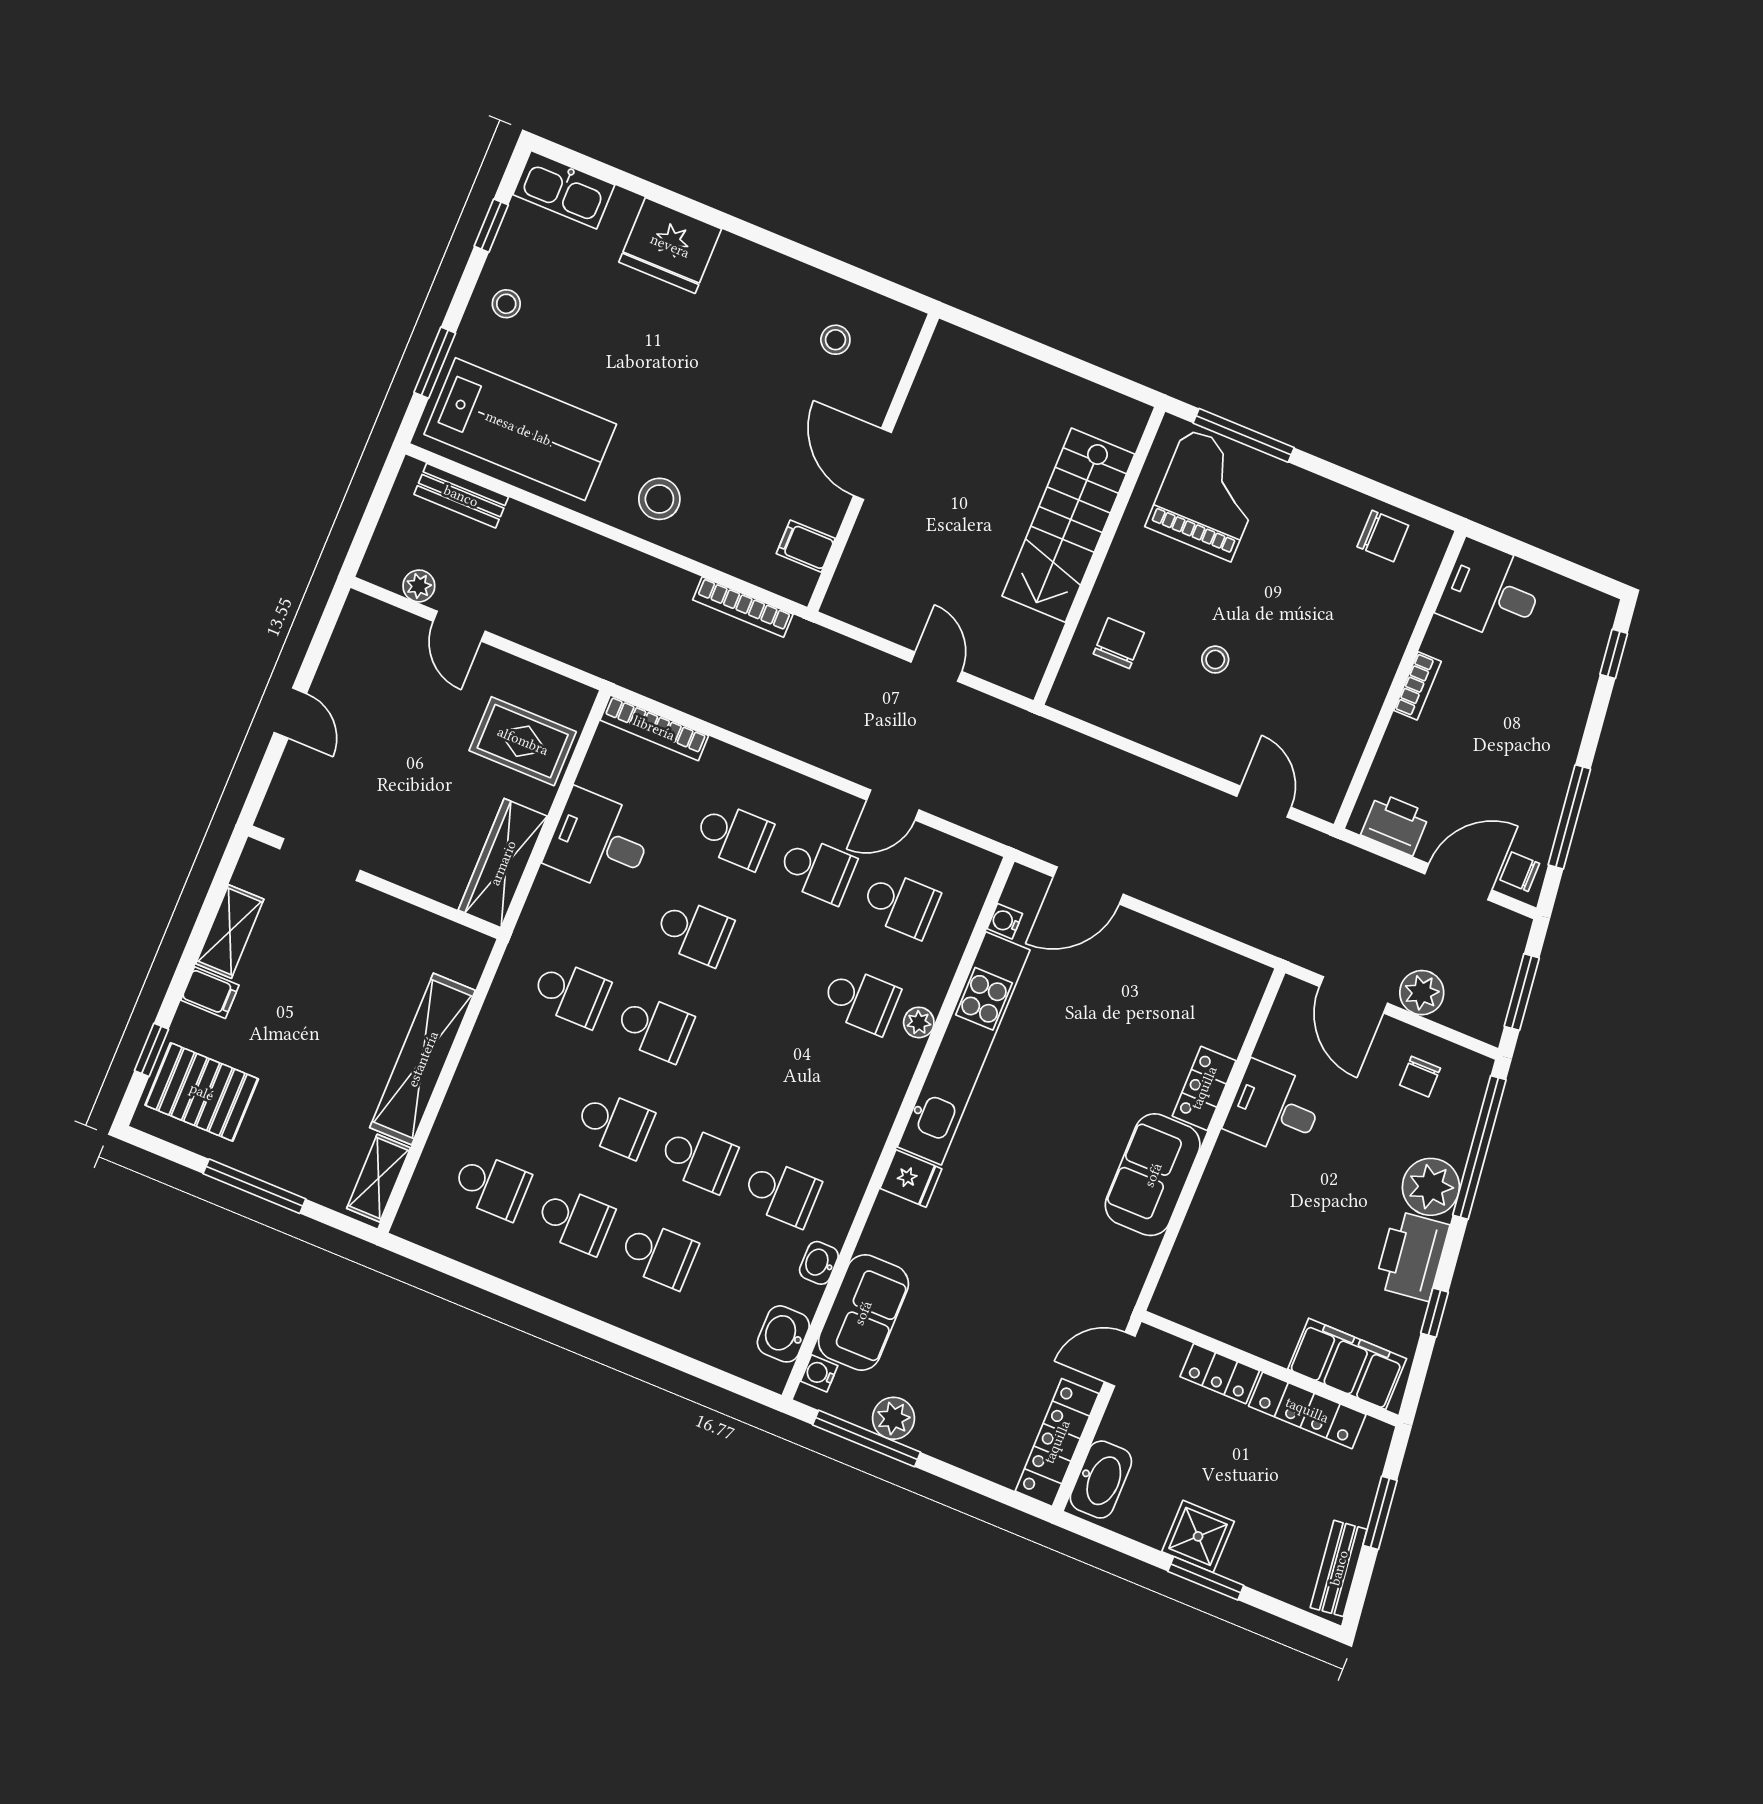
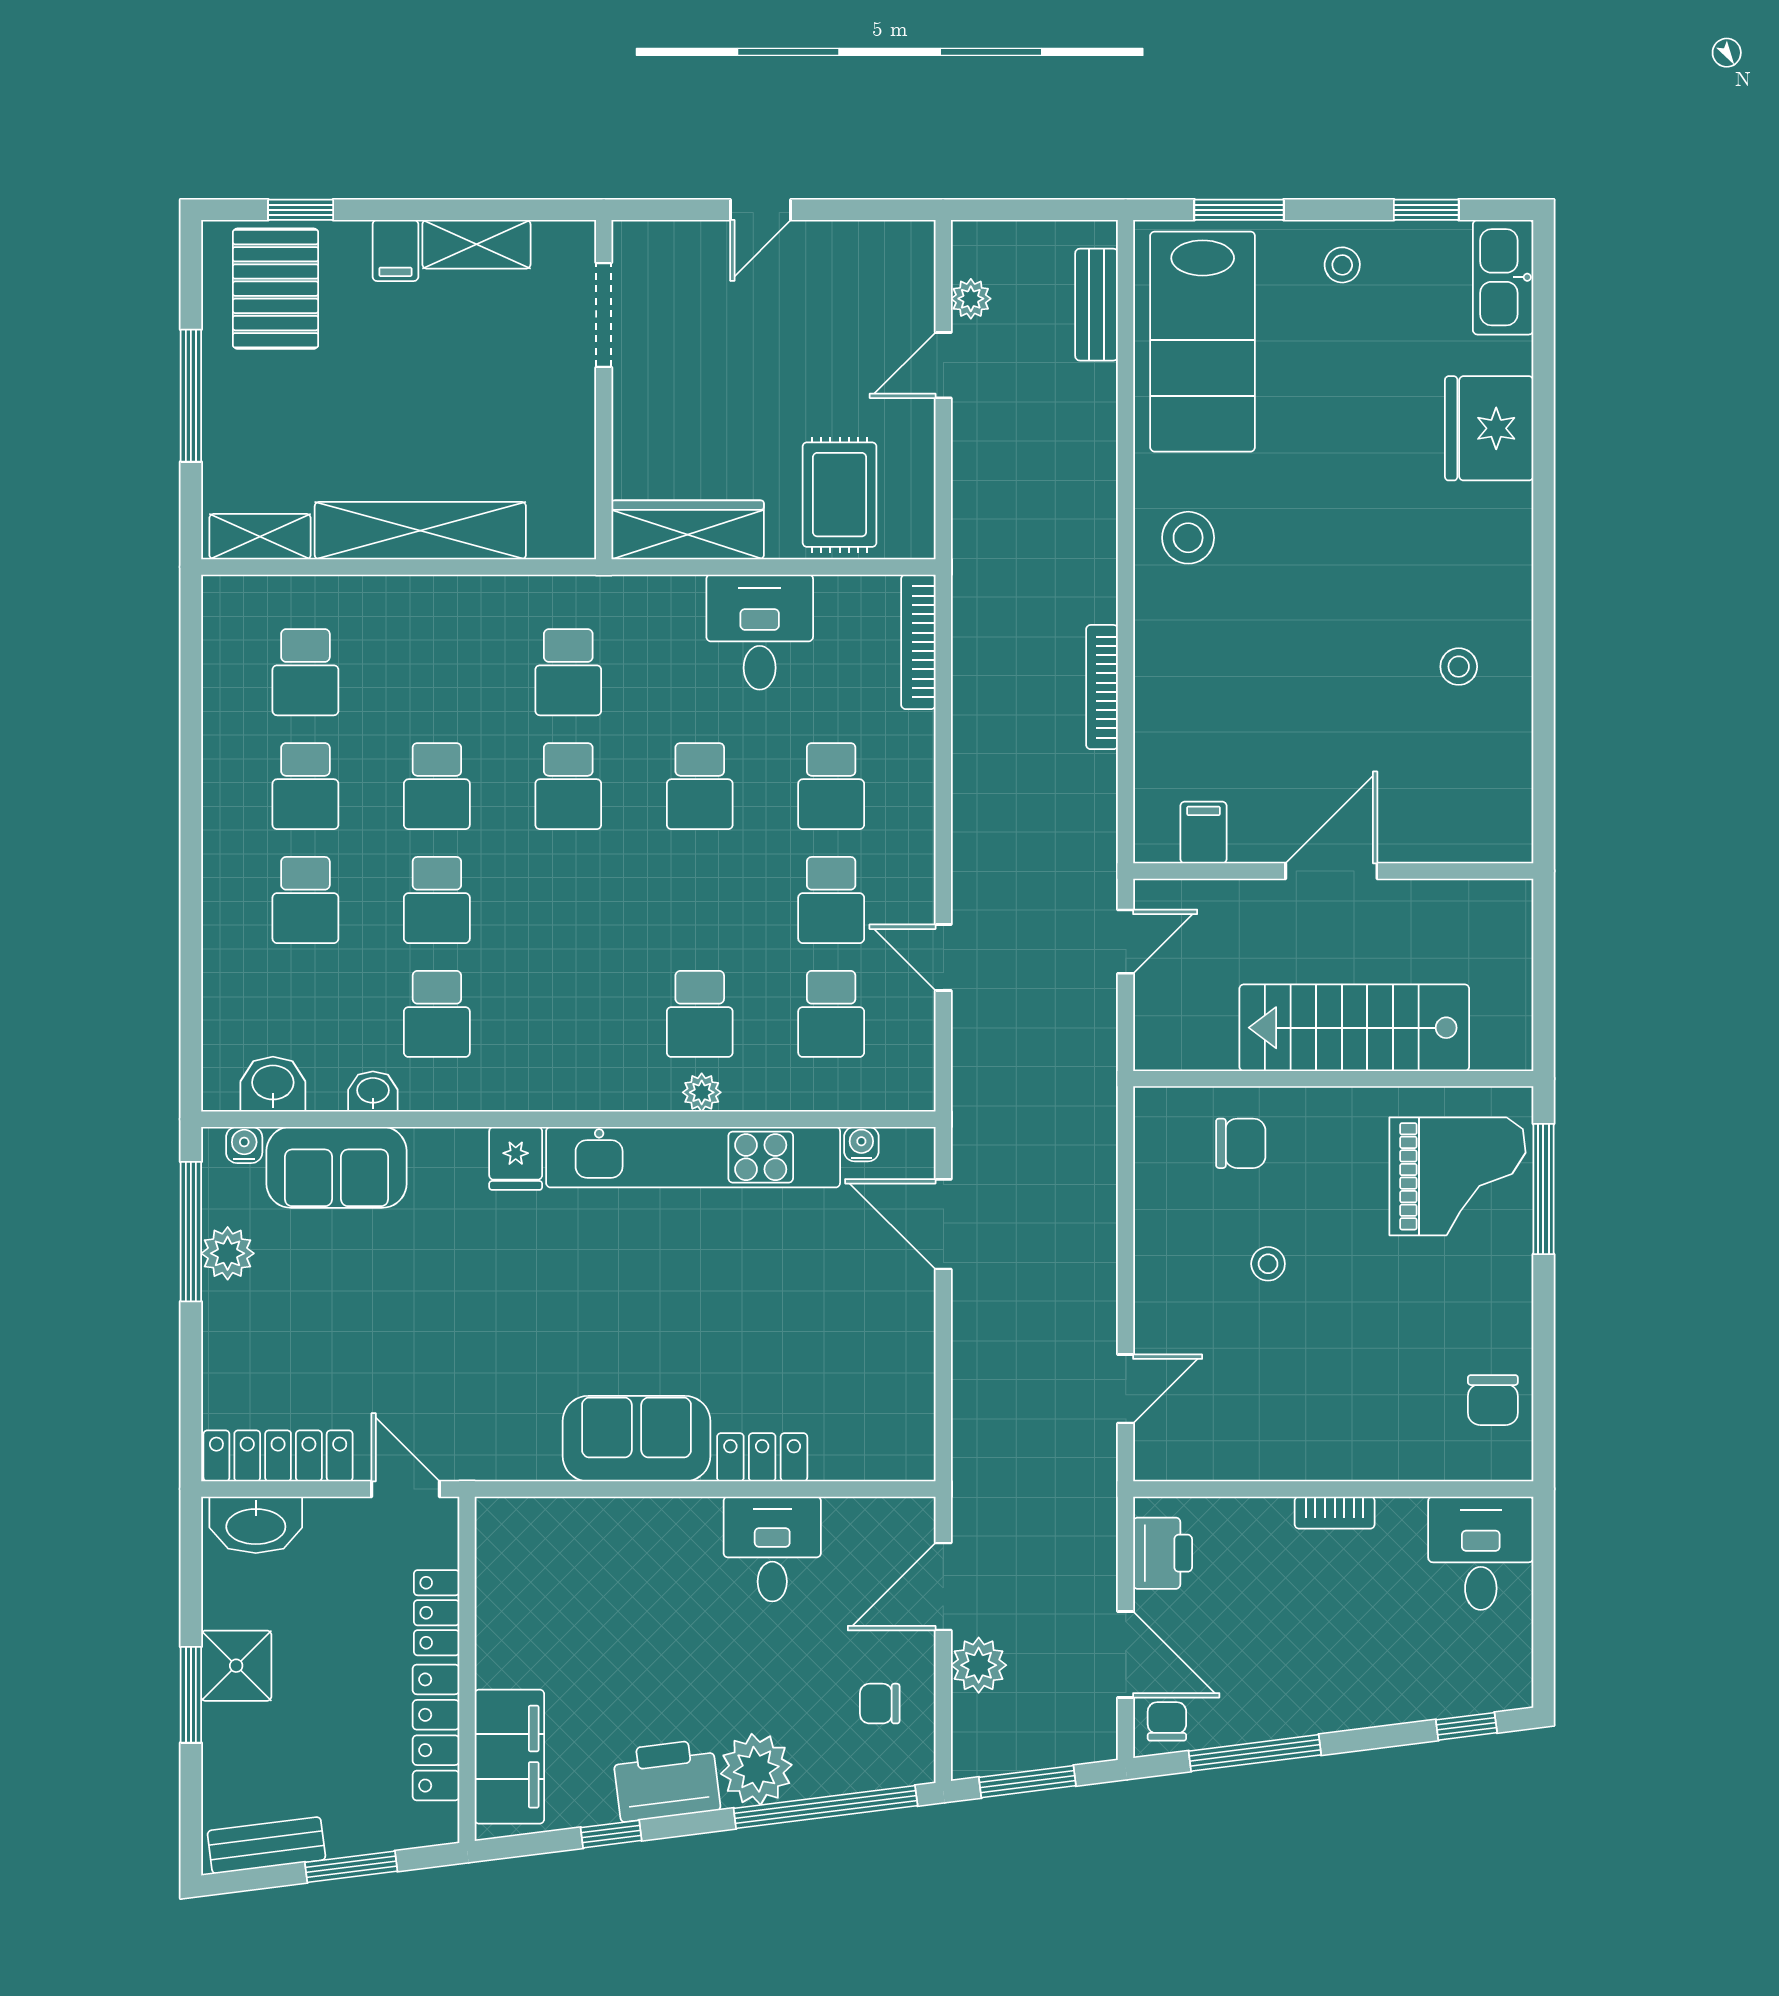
wall: (873, 463) -> (1333, 871), moved
door: (872, 464) -> (1331, 871), moved
filing cabinet: (806, 546) -> (1203, 832), moved

